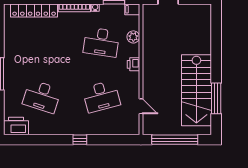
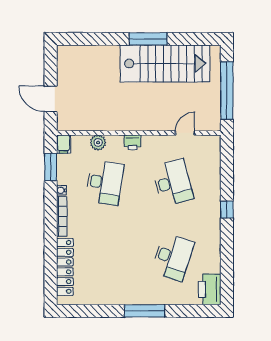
window: (216, 98) -> (148, 39), moved

